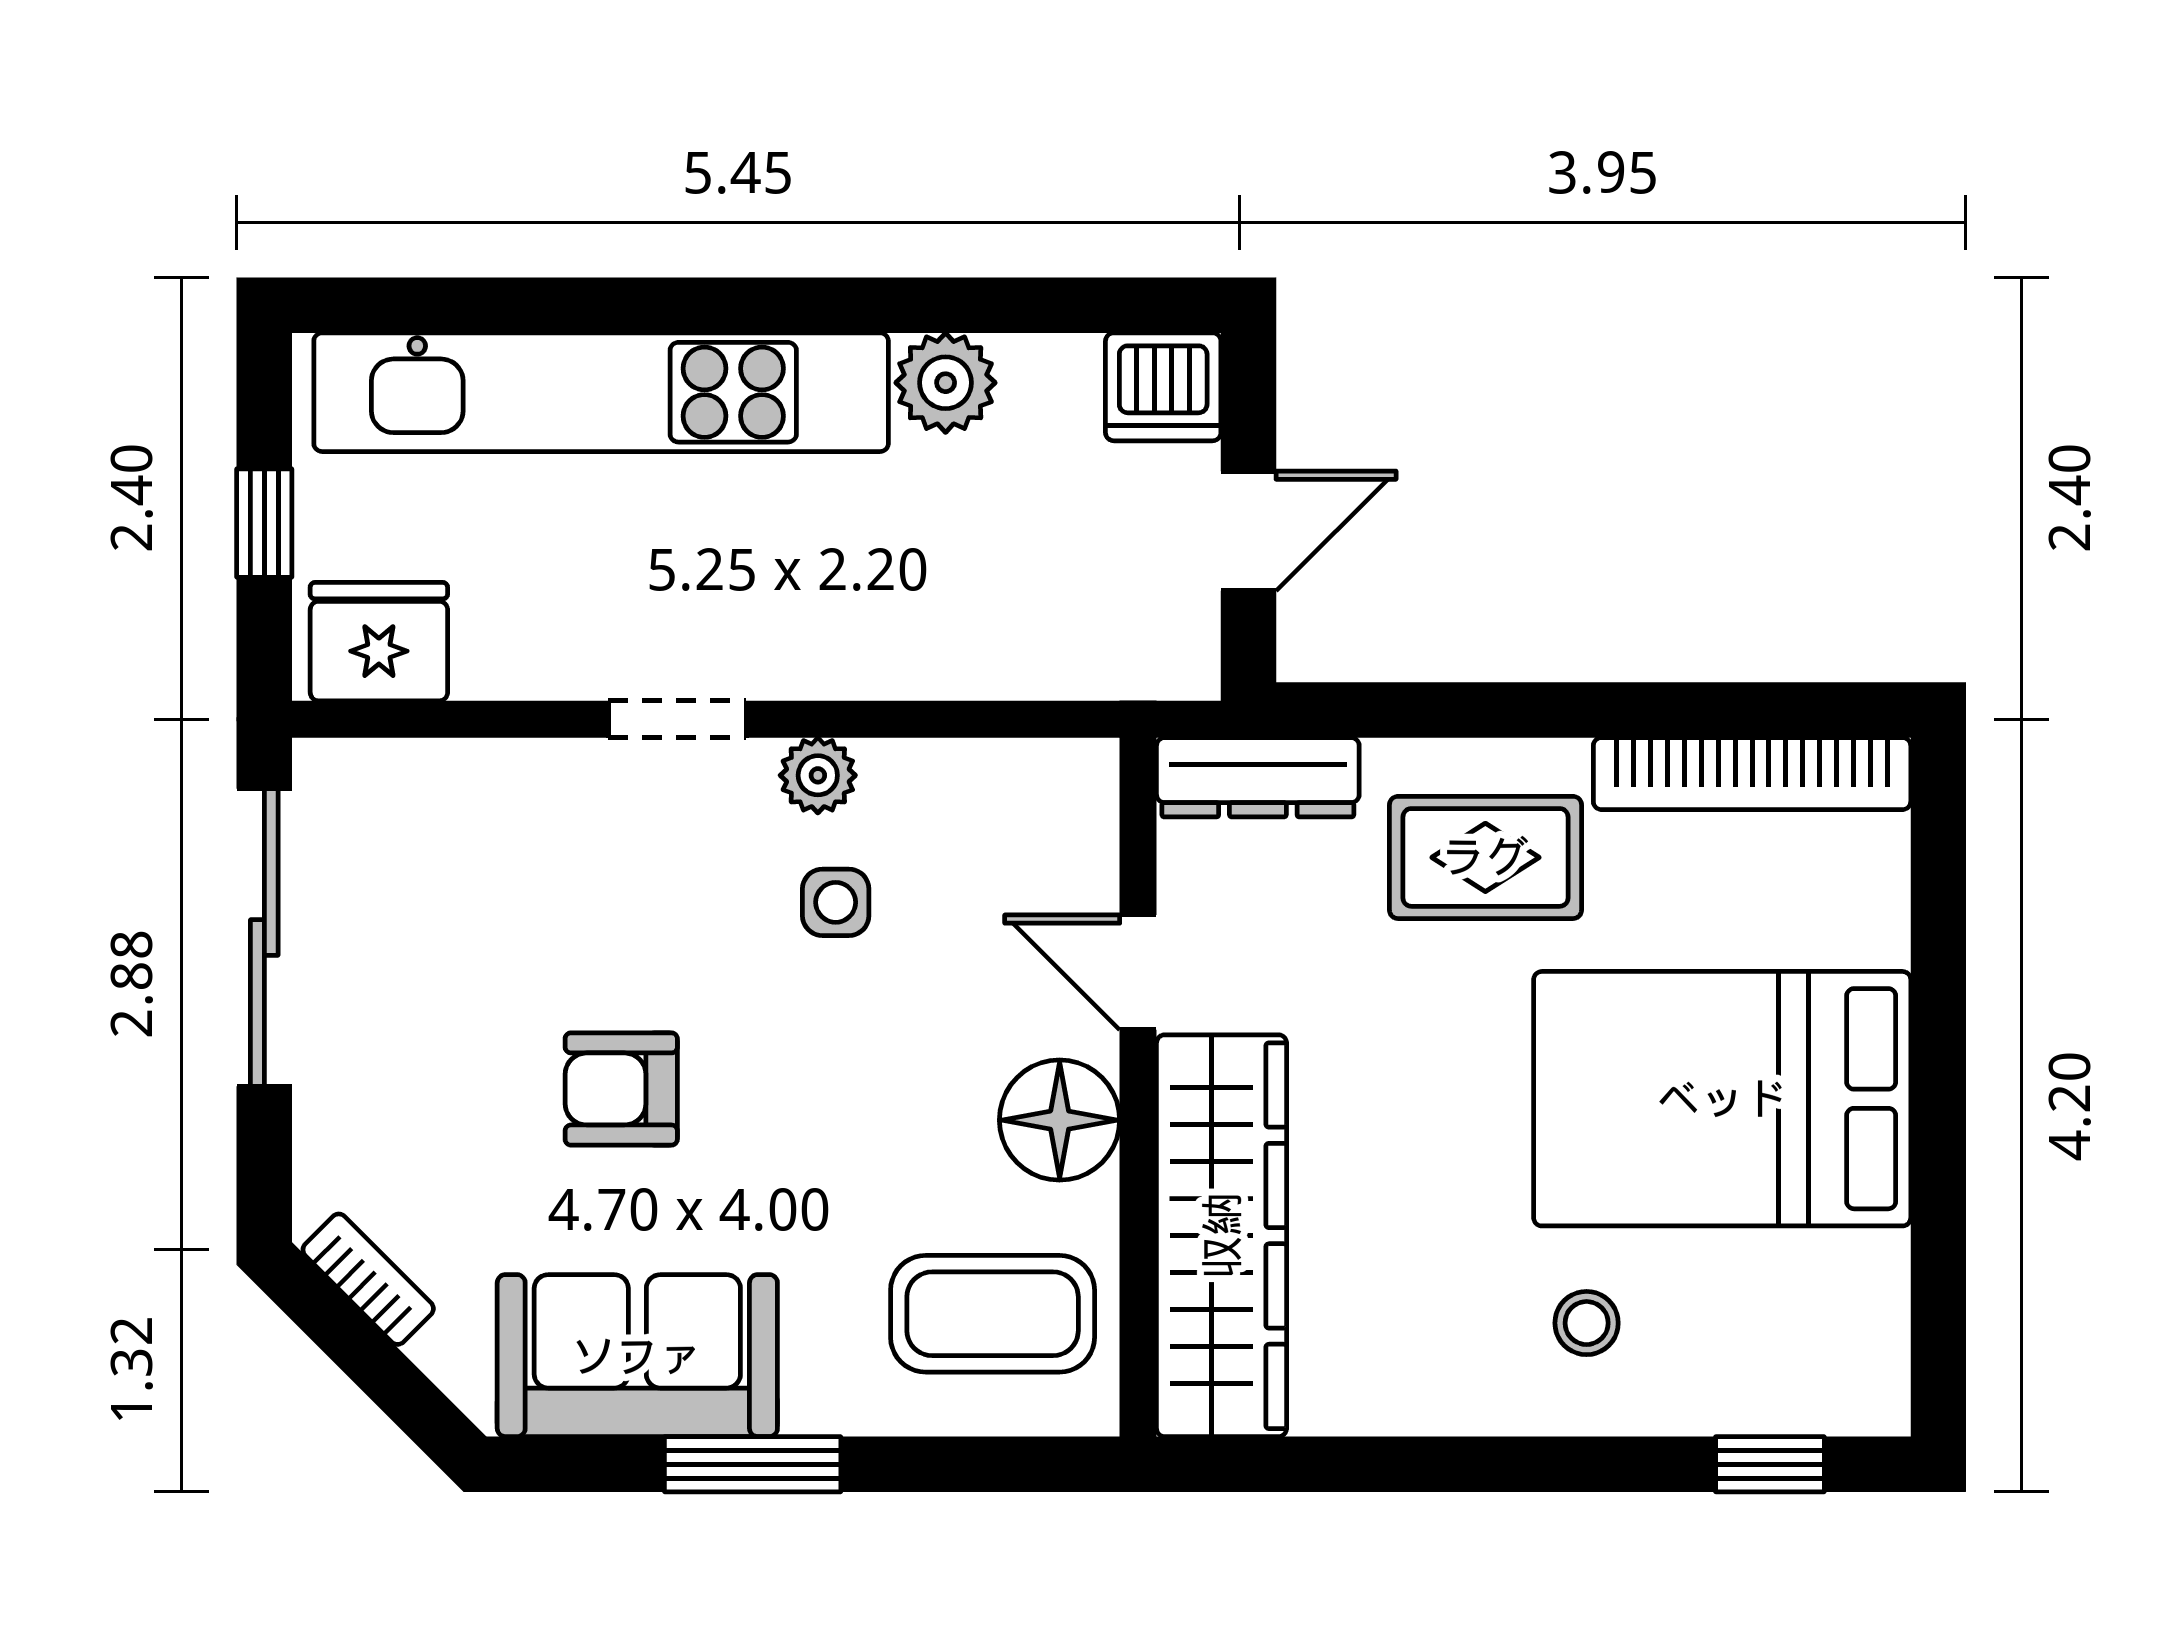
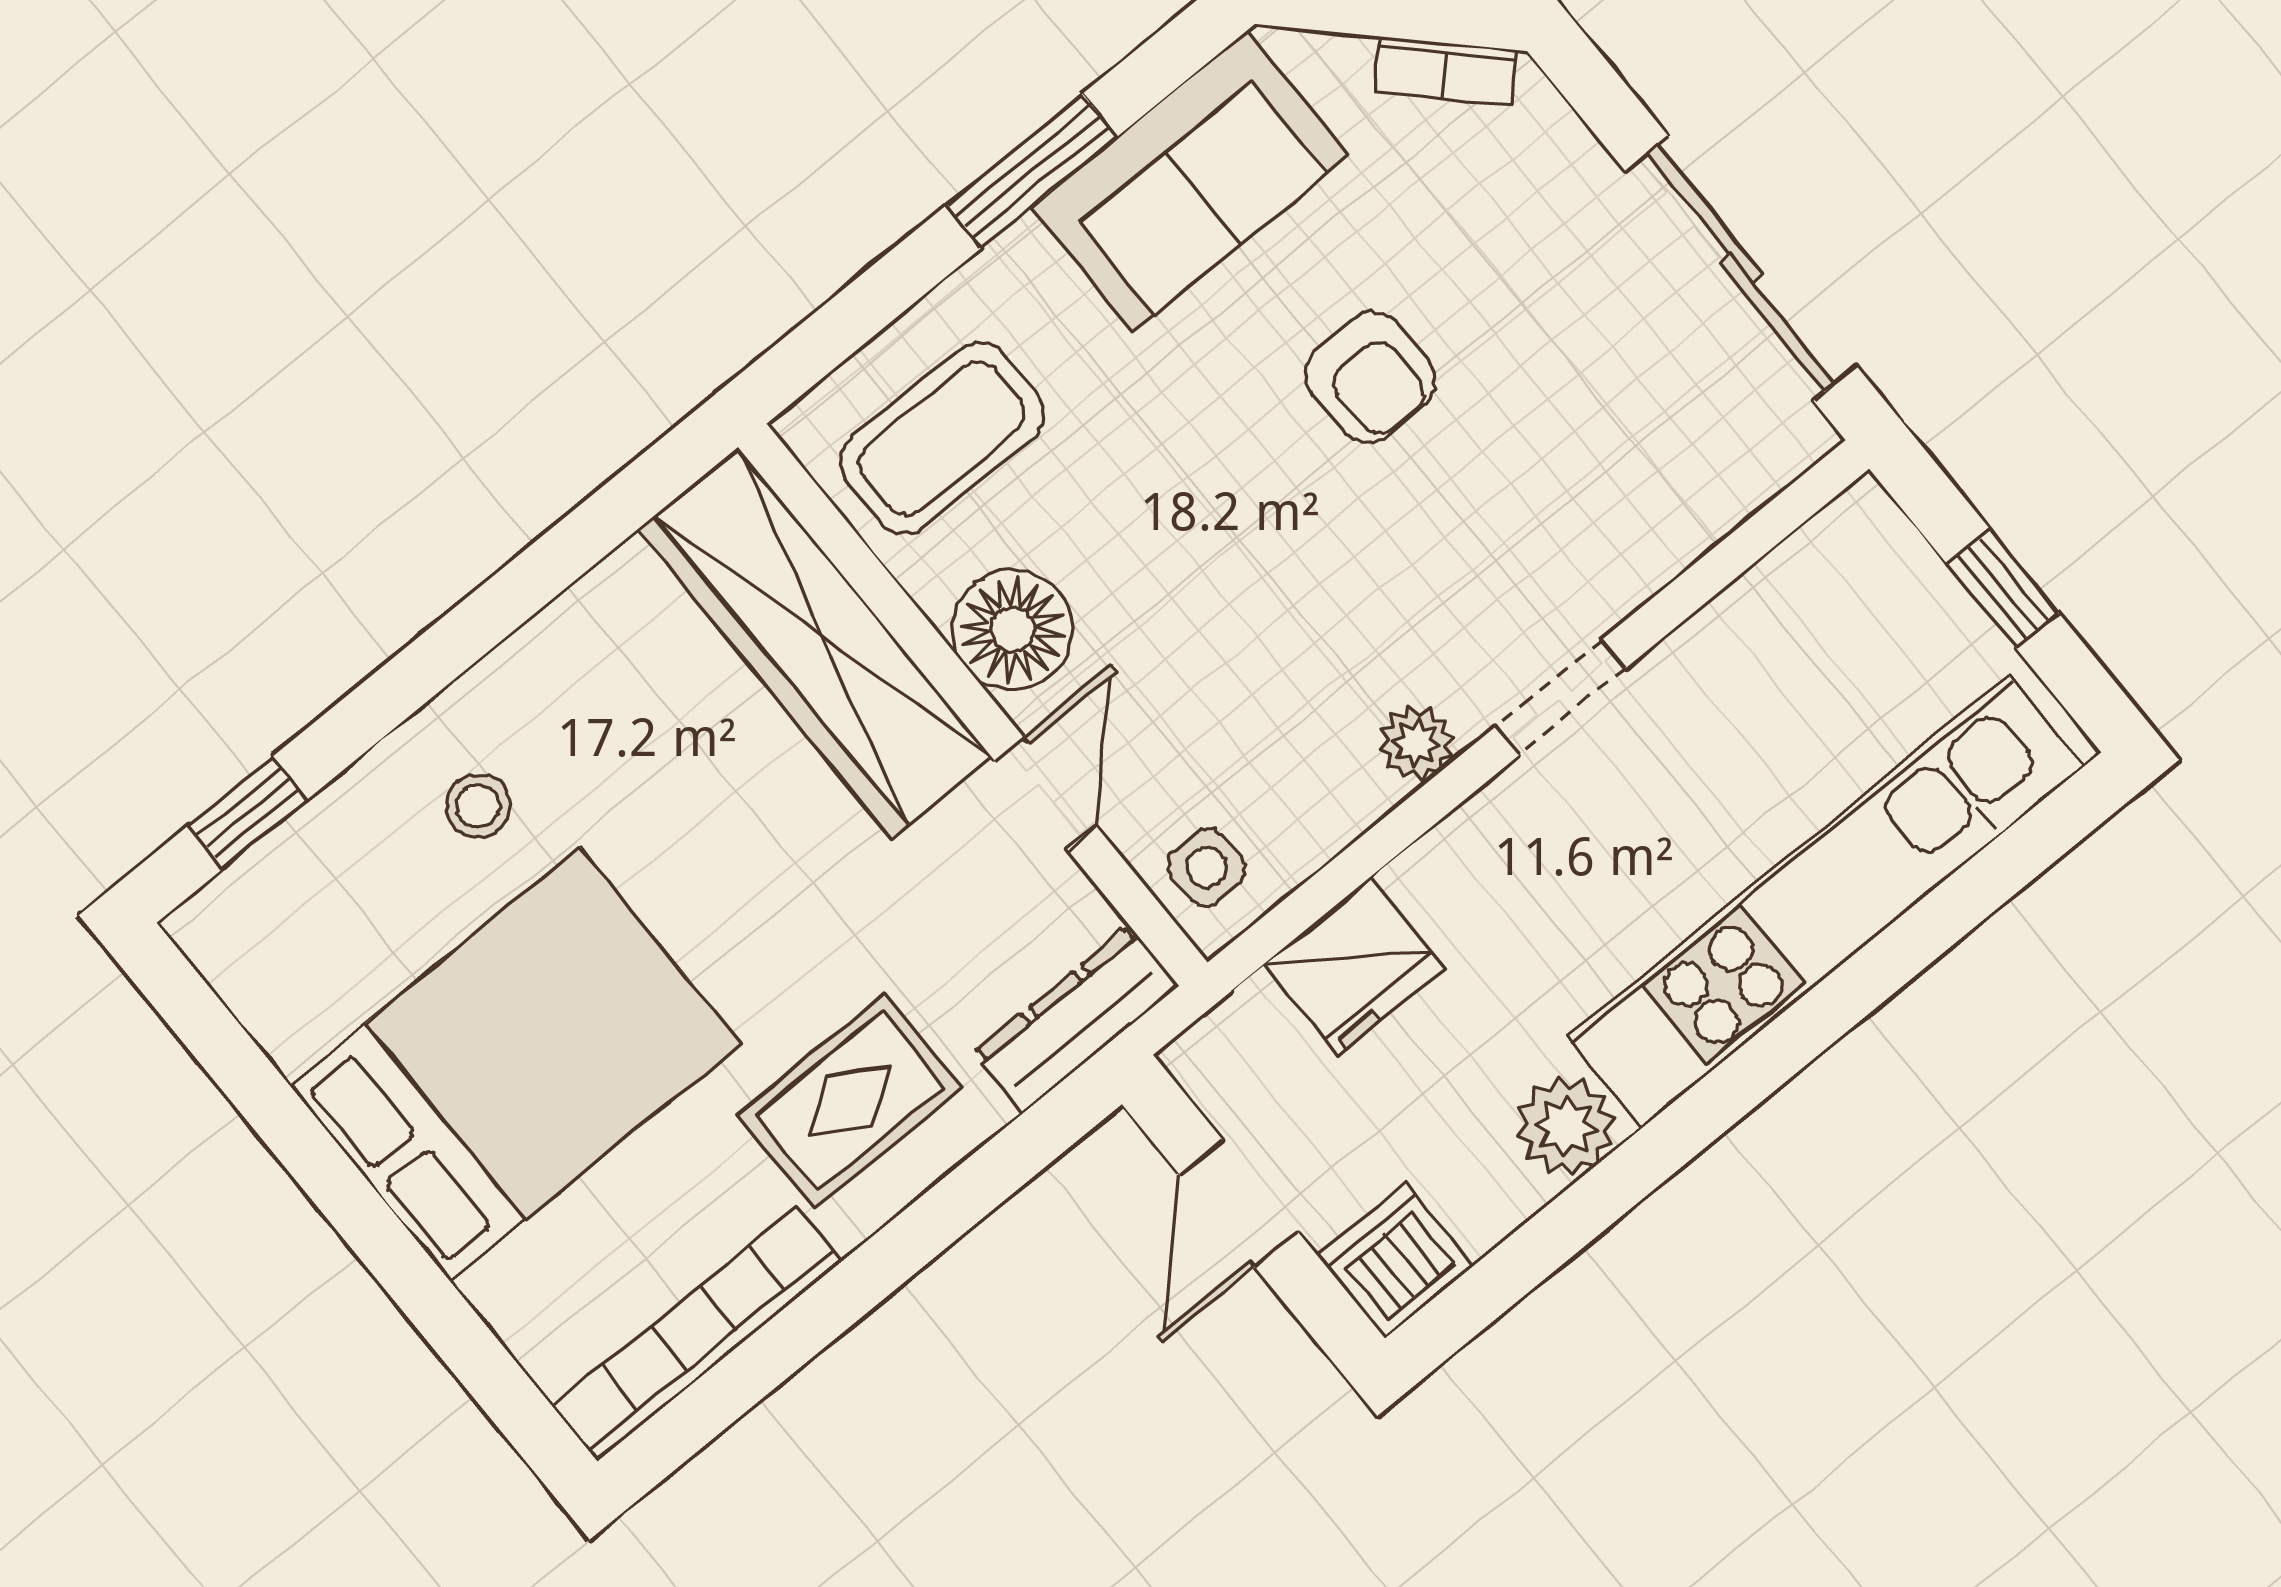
fridge: (379, 642) -> (1354, 966), moved
side table: (836, 902) -> (1207, 867), moved
door: (1138, 972) -> (1045, 793), hinge flipped
armchair: (621, 1089) -> (1370, 377), turned 90

